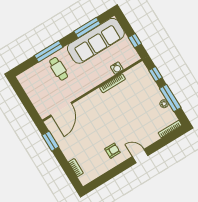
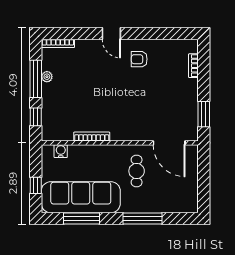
window: (135, 41) -> (36, 185), moved
water cooler: (117, 68) -> (61, 151), moved
cafe table: (59, 69) -> (137, 171), moved
door: (61, 109) -> (169, 143), swing flipped

